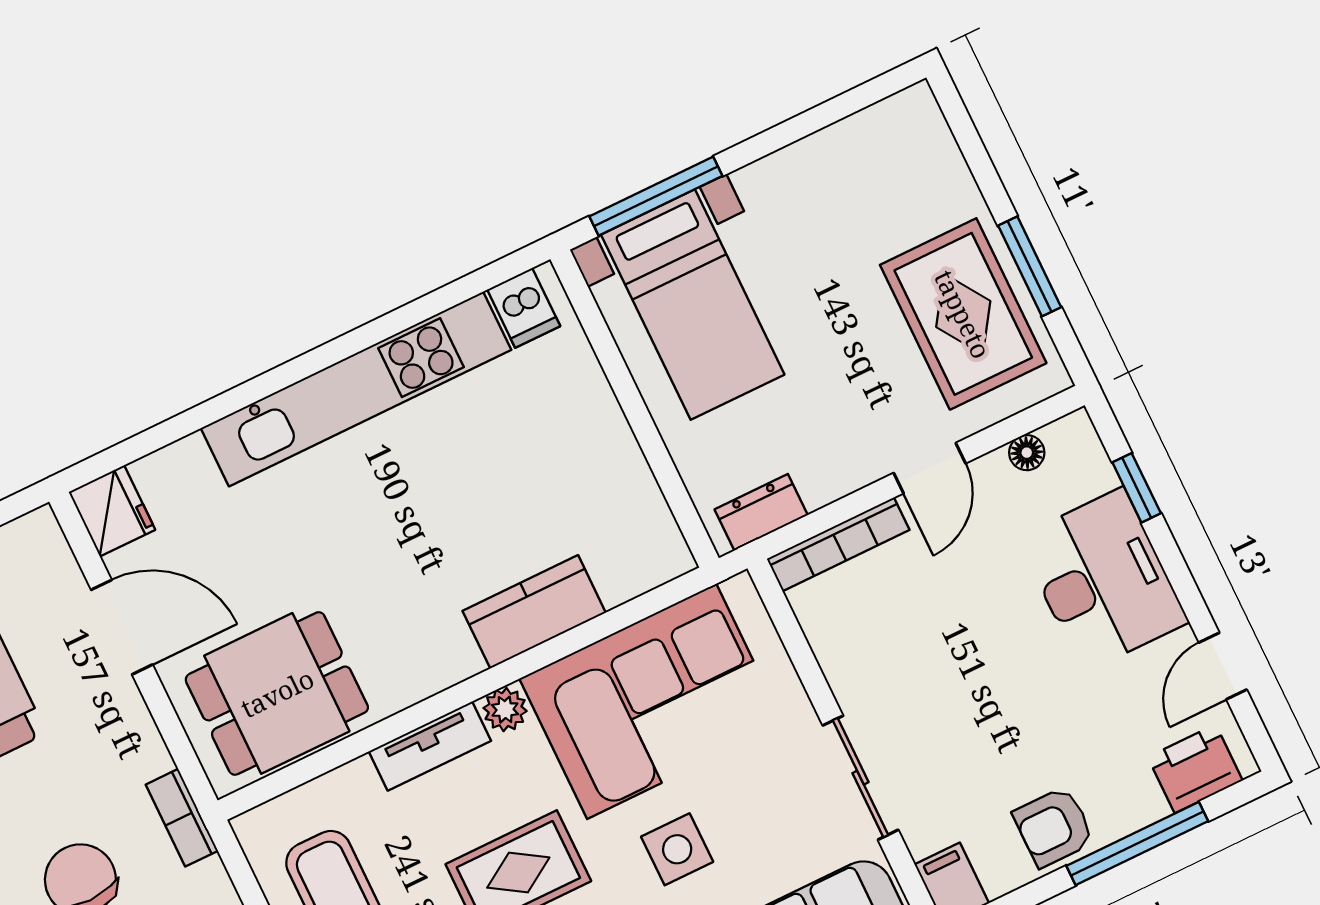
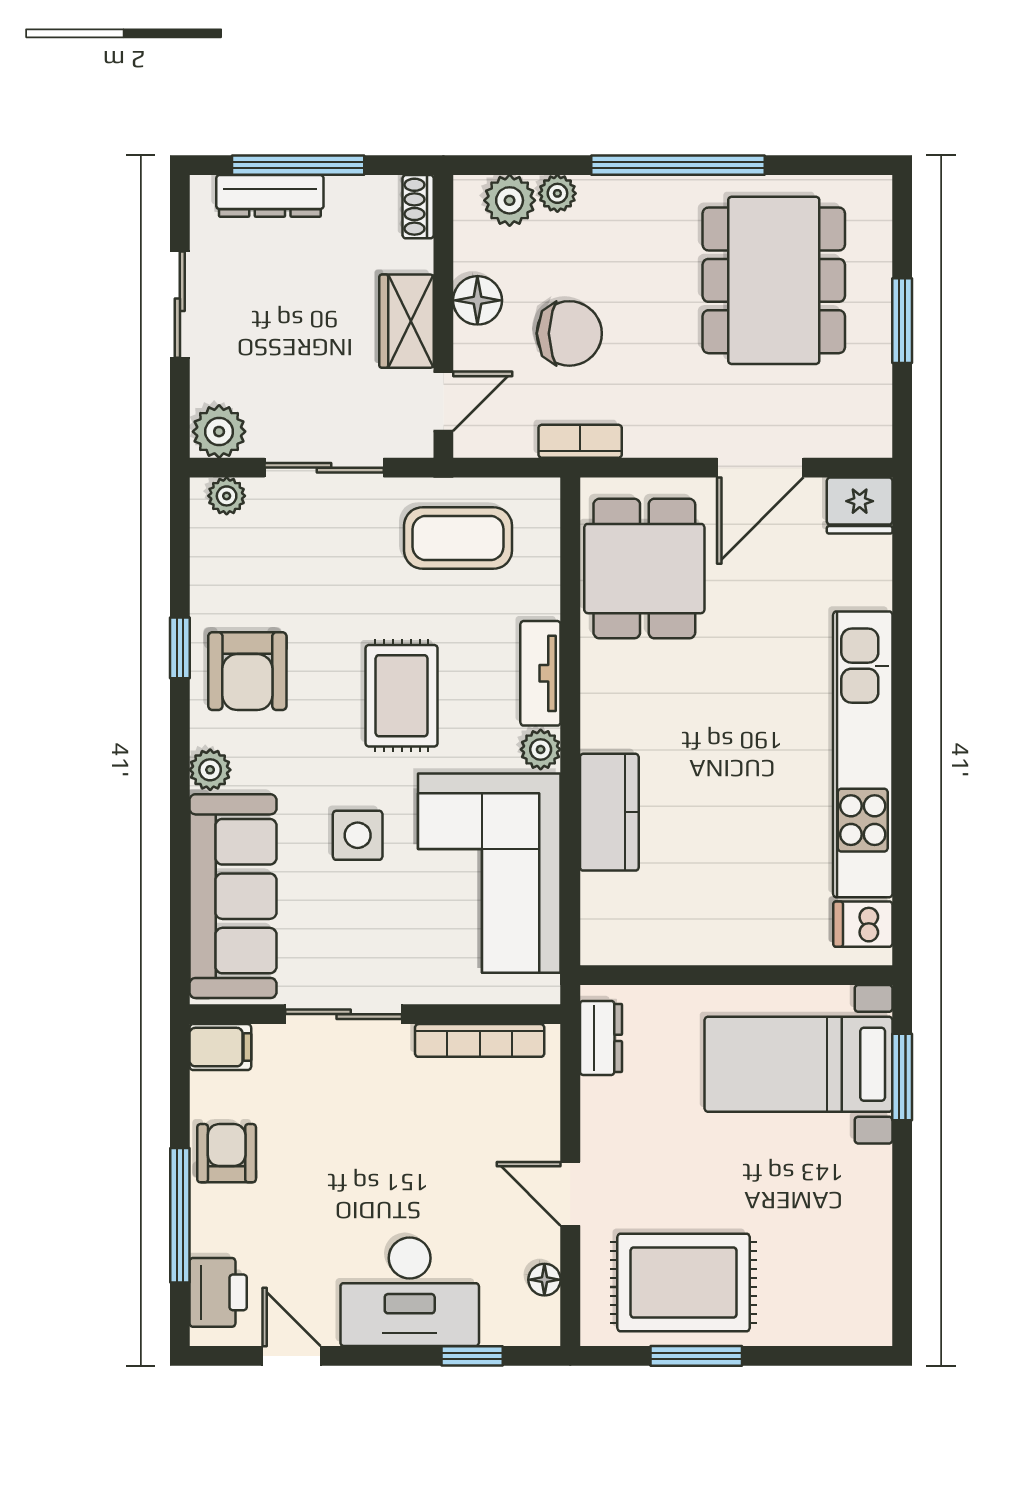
window: (656, 196) -> (902, 1077), width x0.69
bookcase: (838, 544) -> (480, 1040), moved, turned -90

